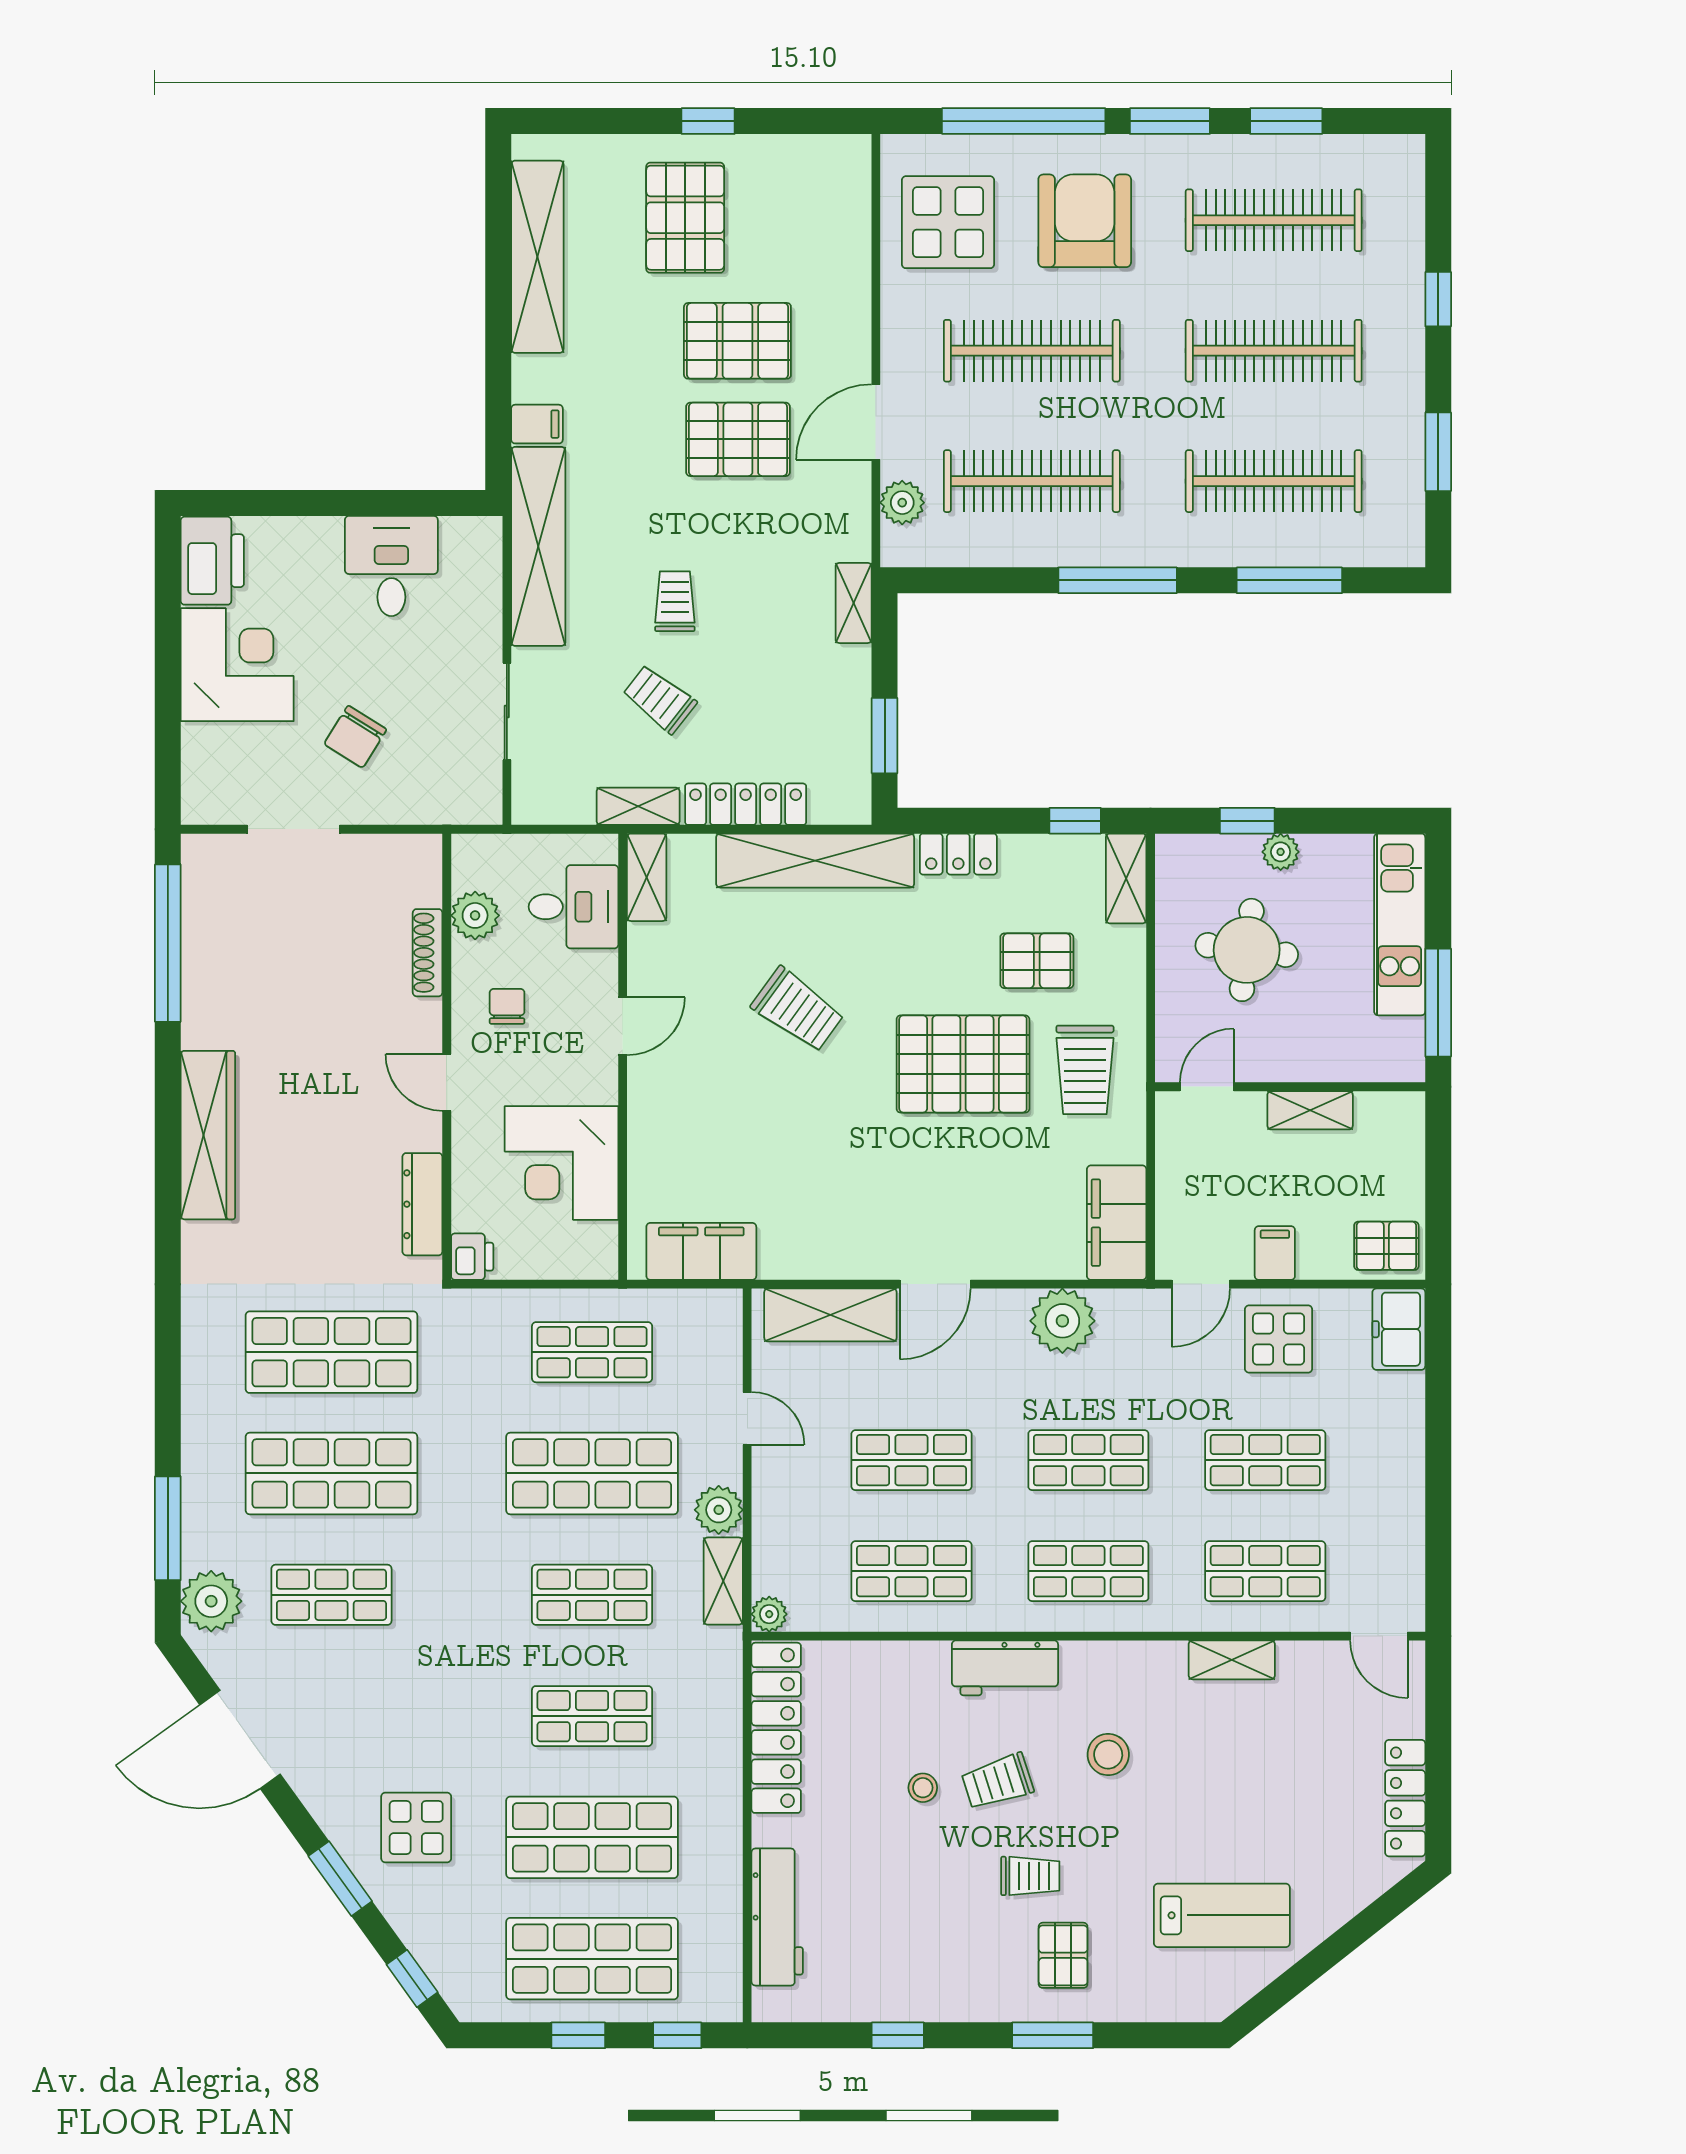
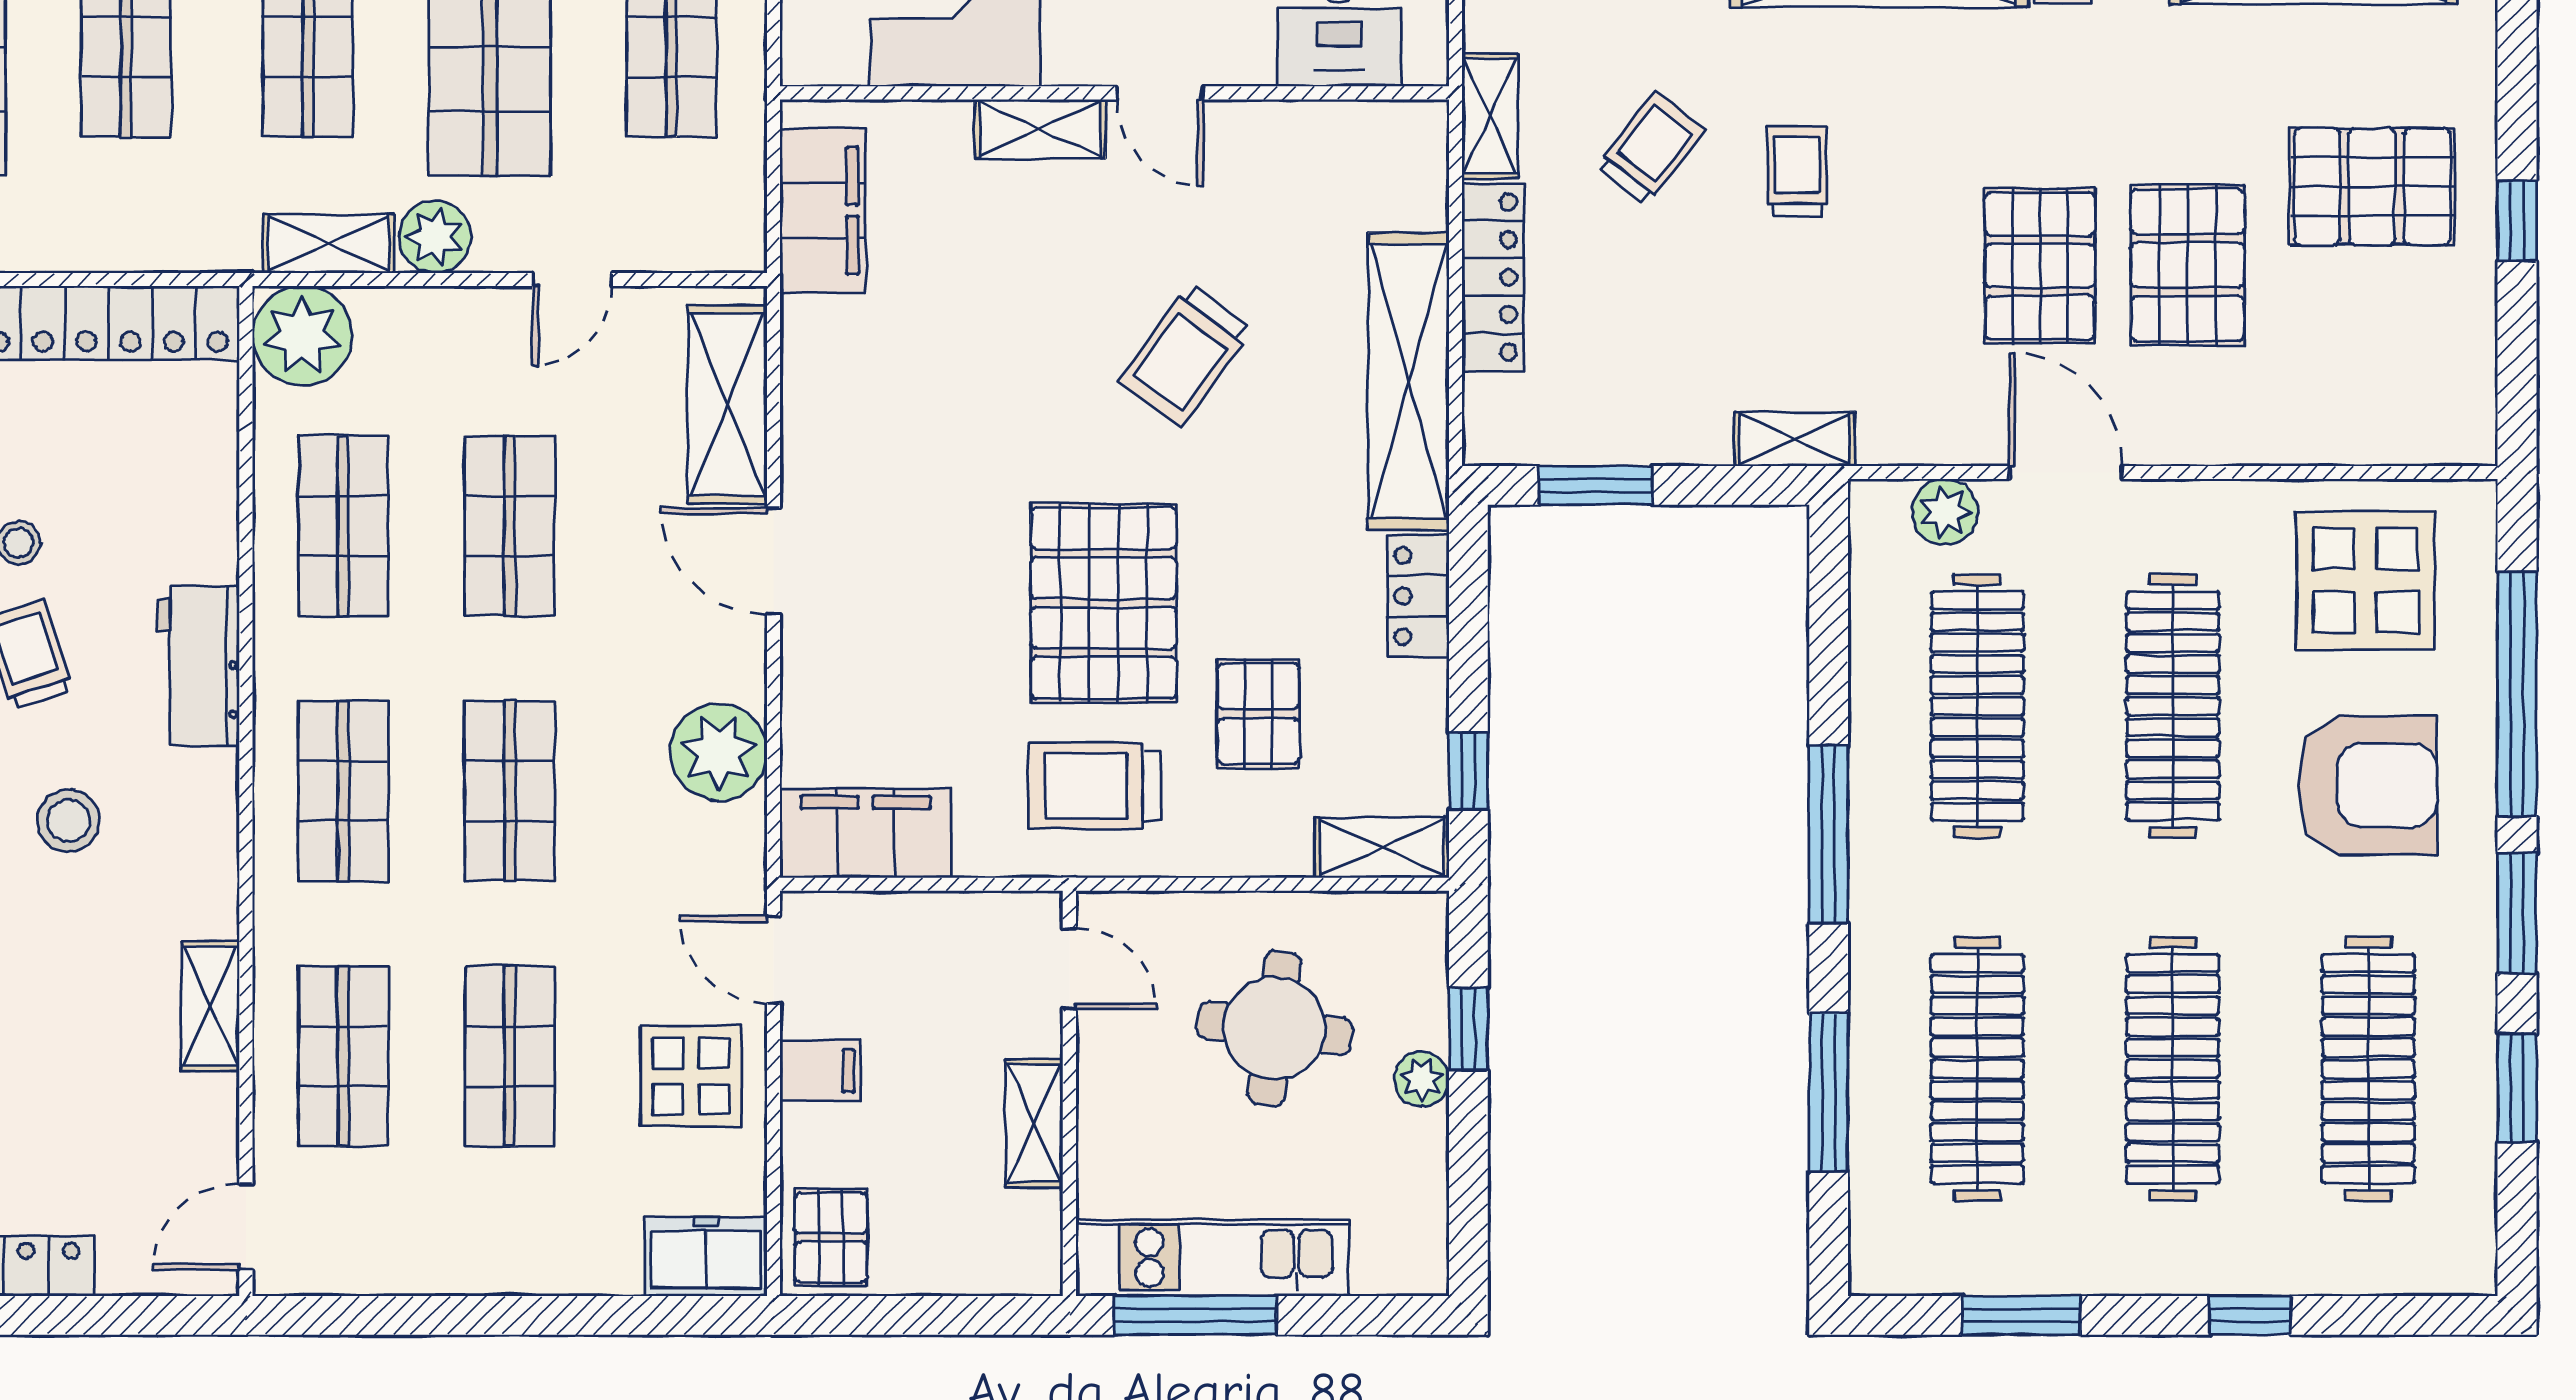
trolley: (675, 601) -> (1797, 171), turned -90
shelving: (647, 877) -> (1040, 129), moved
kitchen unit: (1400, 924) -> (1212, 1258), moved
plant: (769, 1614) -> (302, 336), width x1.88, depth x1.88

